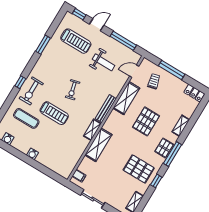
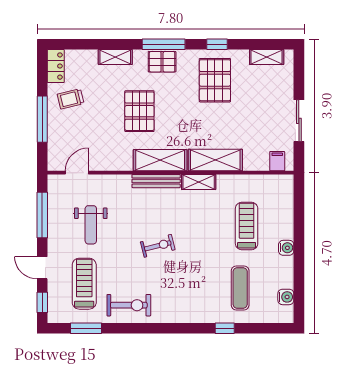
window: (43, 45) -> (86, 328), moved
weight bench: (104, 62) -> (91, 225), turned 180
door: (134, 71) -> (77, 173), swing flipped
trolley: (154, 81) -> (71, 99), moved
window: (20, 82) -> (225, 328), moved
exercise bike: (31, 91) -> (129, 305), moved
shelving: (126, 98) -> (160, 160), moved
treadmill: (54, 113) -> (247, 226), moved
pallet: (146, 121) -> (139, 111), turned 90

